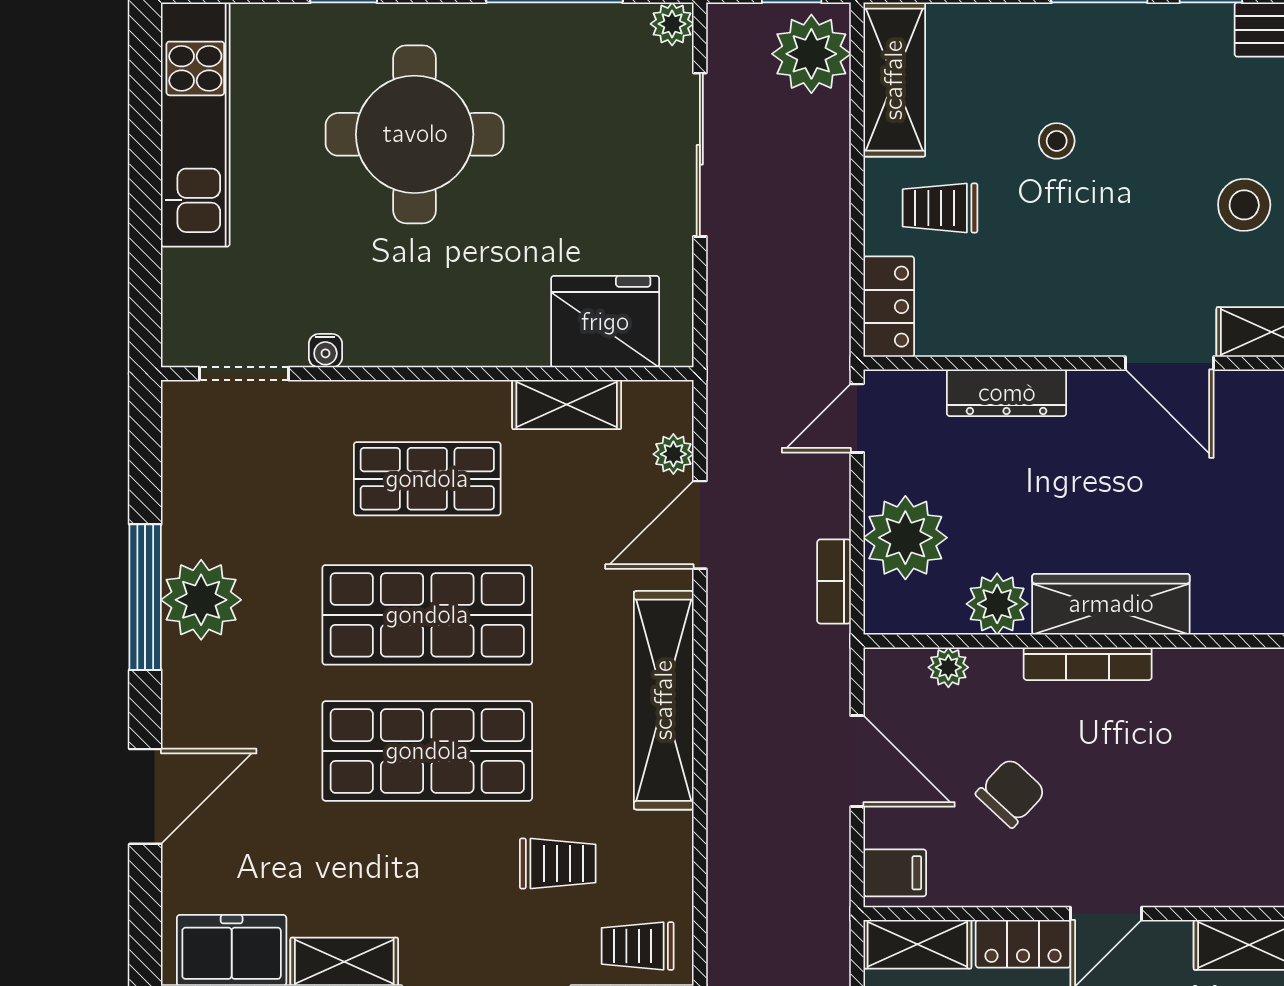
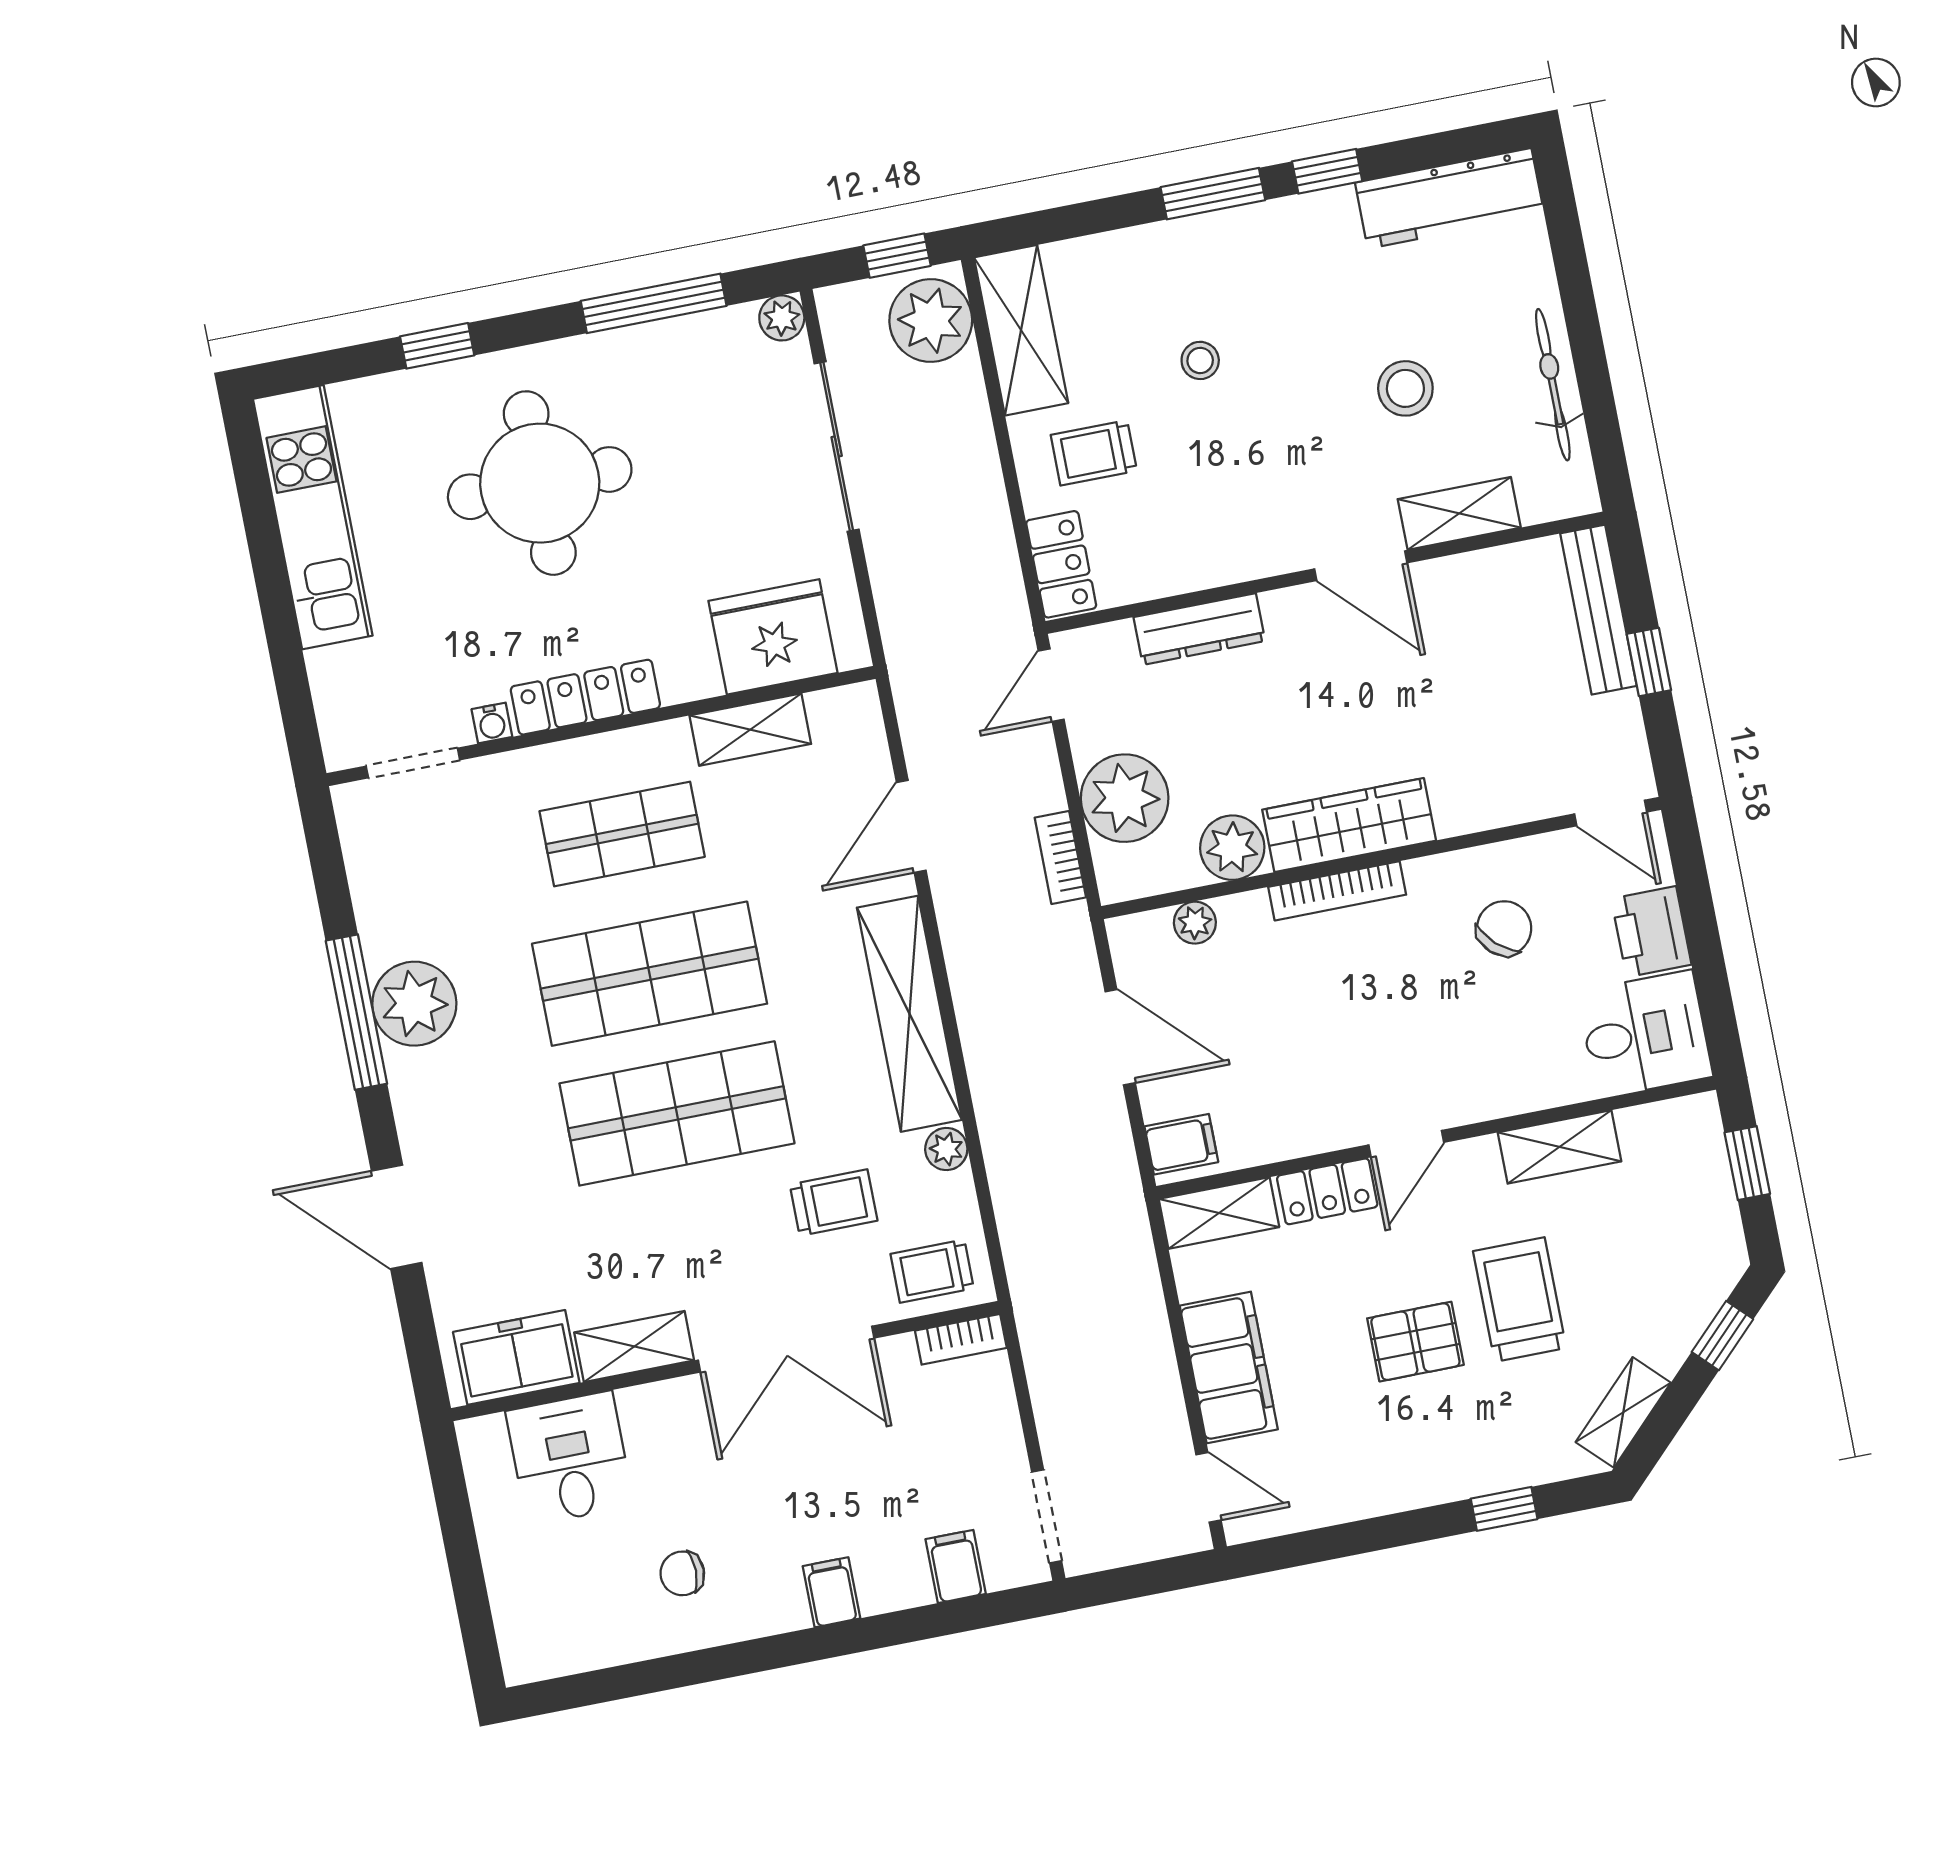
locker: (418, 344) -> (585, 697), added
plant: (673, 454) -> (946, 1149), moved
chair: (1011, 793) -> (1504, 928), moved
door: (145, 796) -> (397, 1217), swing flipped

